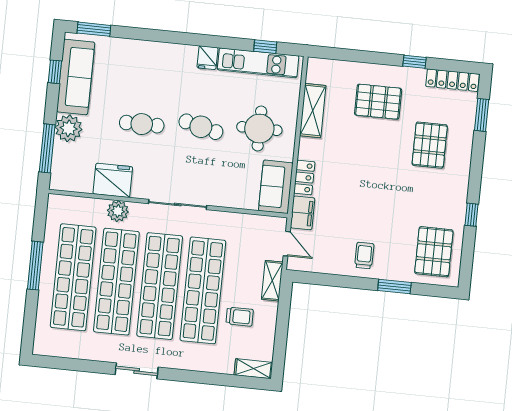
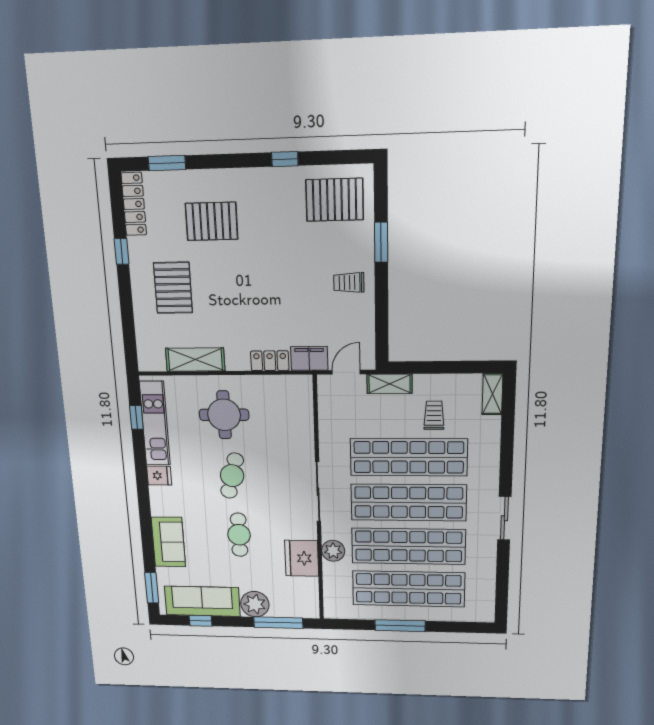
sofa: (276, 187) -> (168, 542), moved, turned -90

